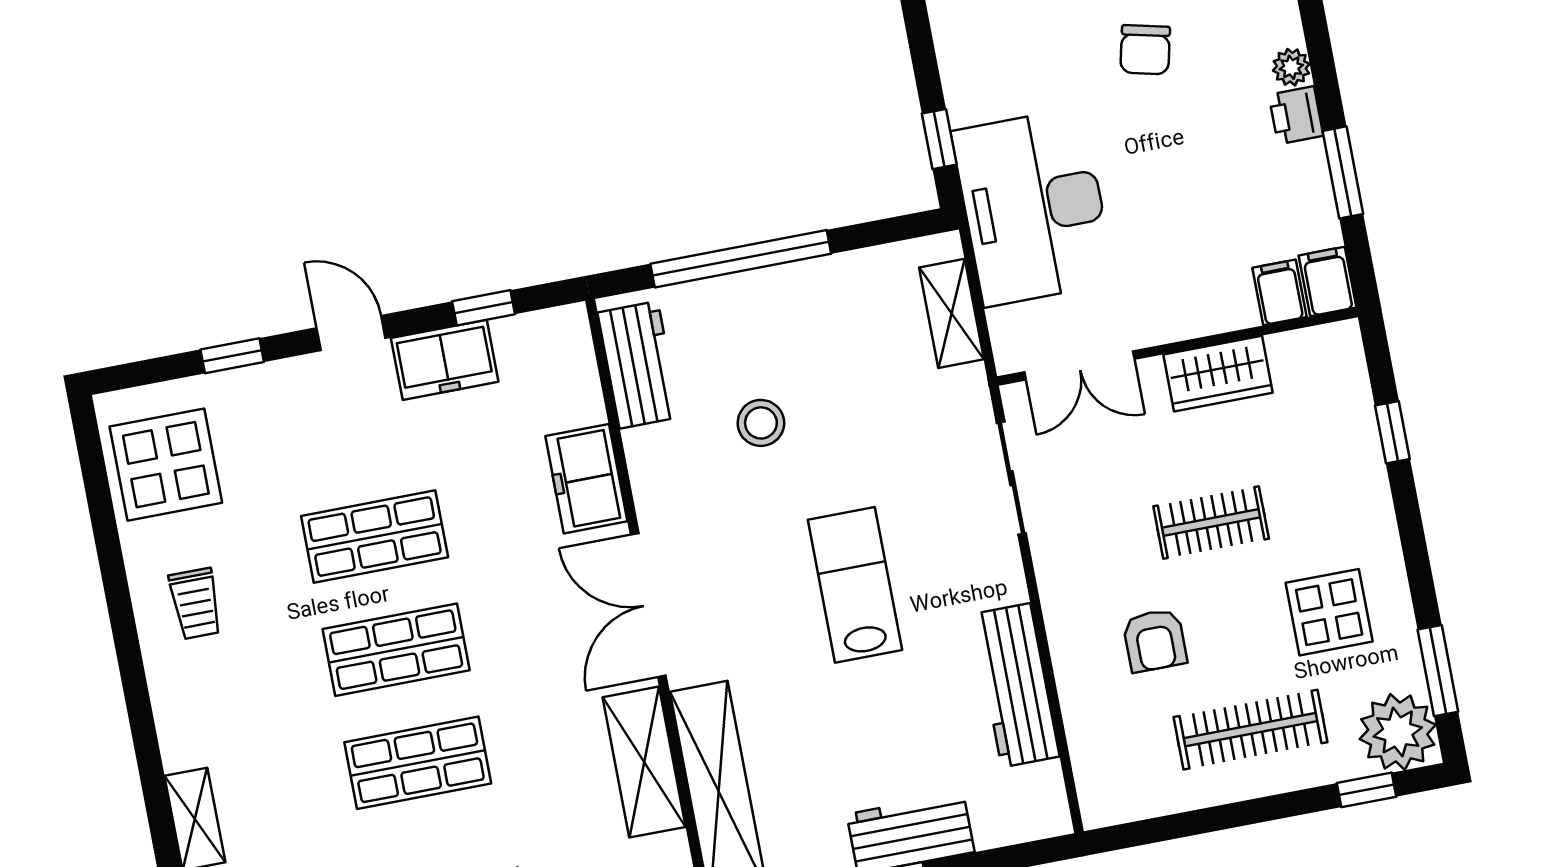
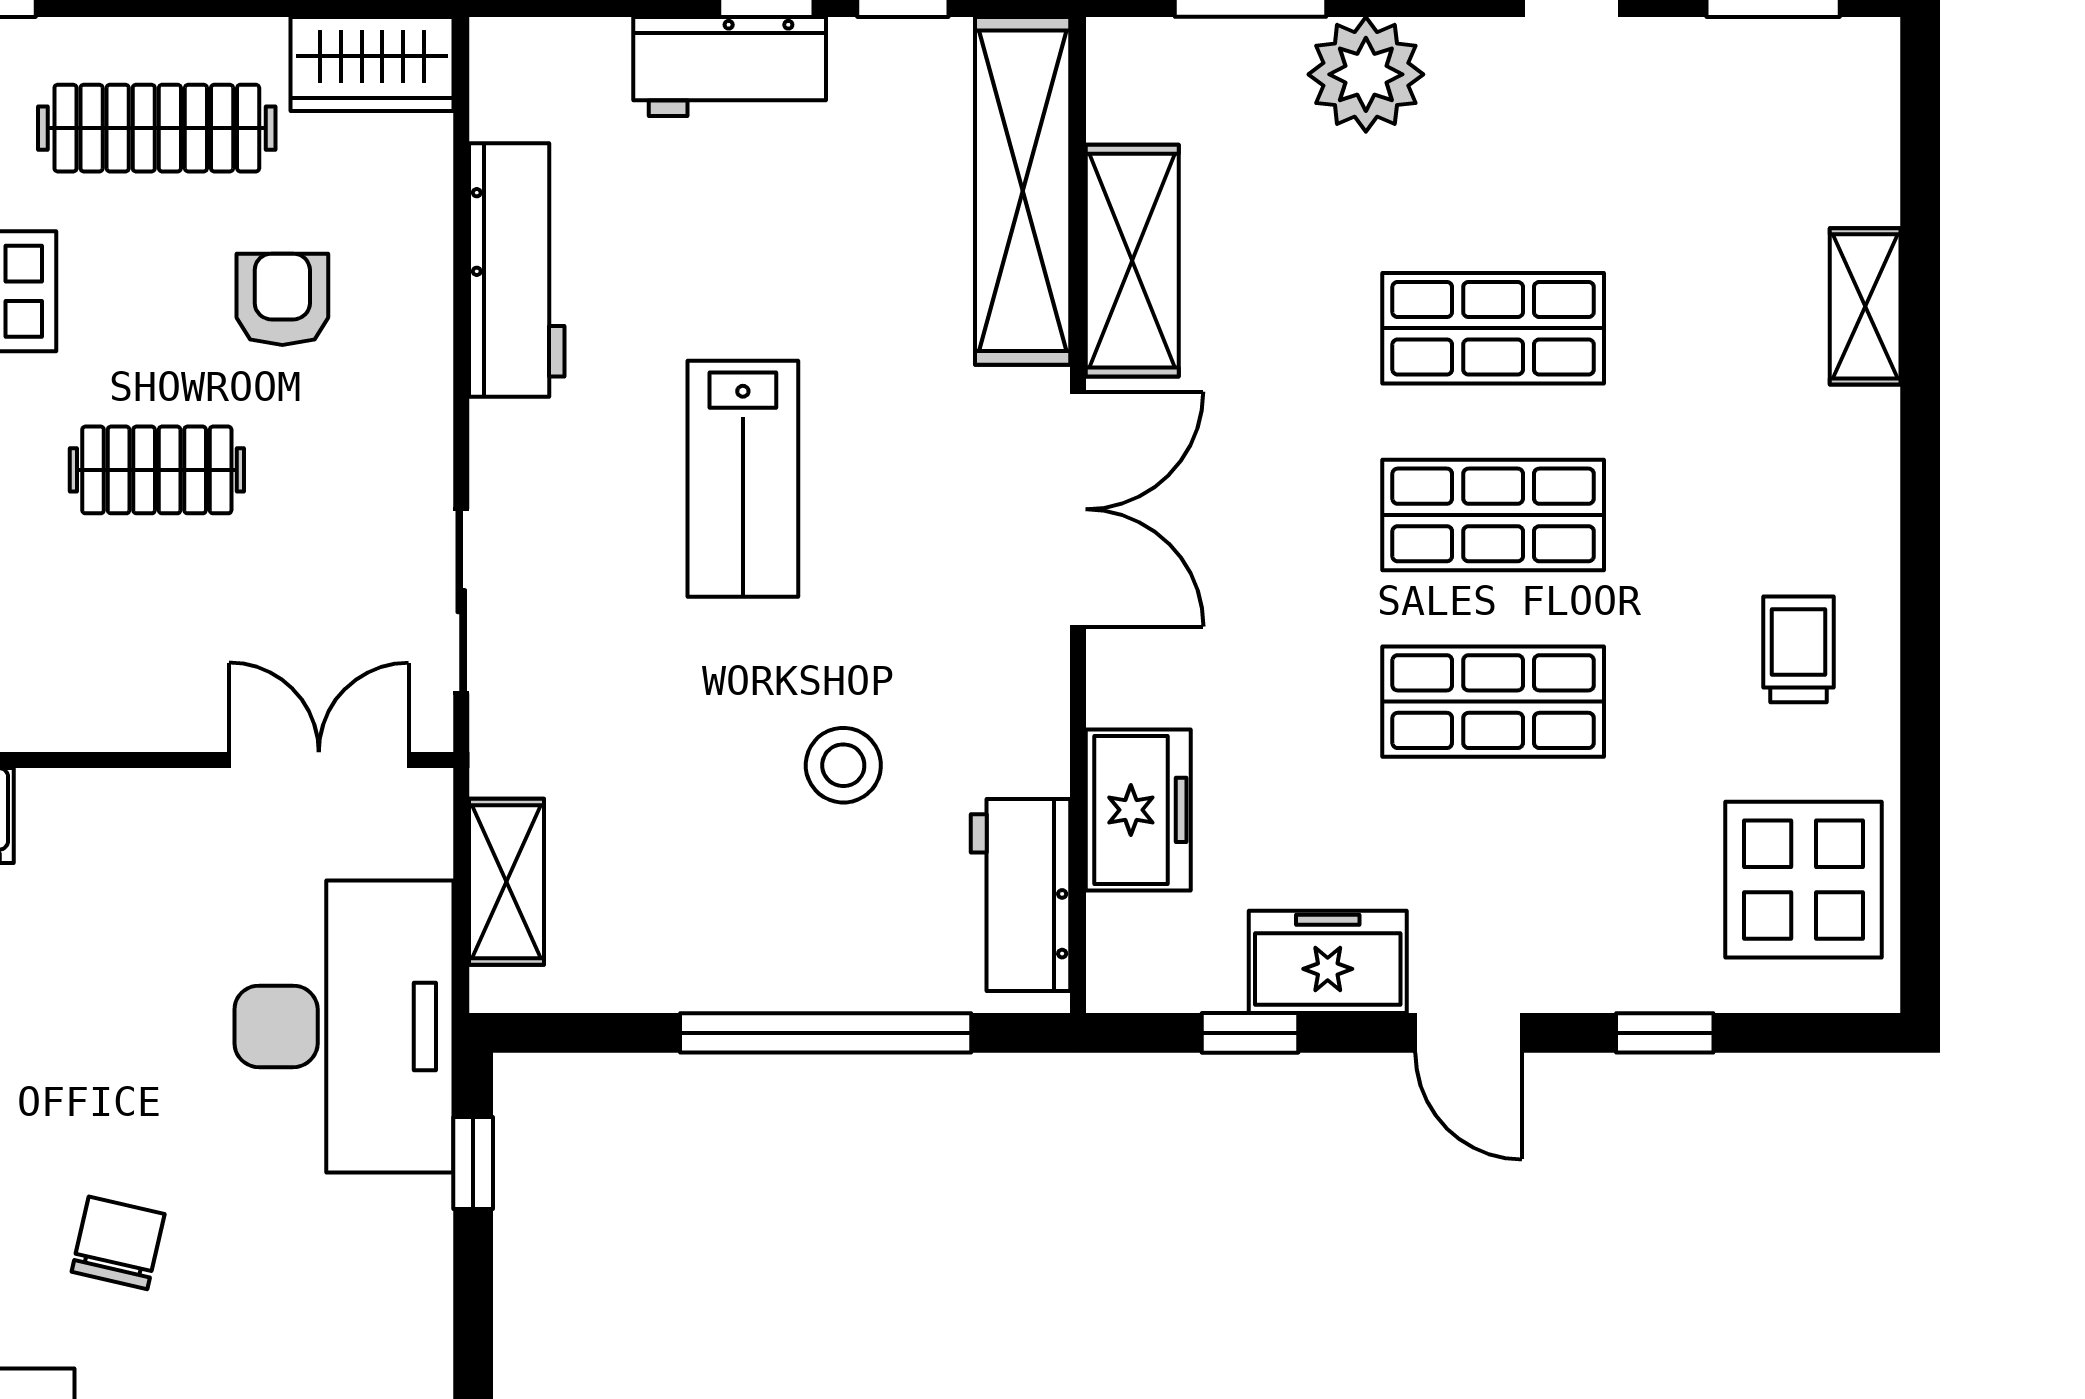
wardrobe: (1218, 374) -> (372, 64), moved, turned 180
freezer: (586, 479) -> (1138, 810), moved

